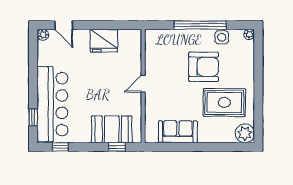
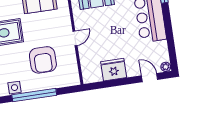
armchair: (204, 67) -> (43, 60), moved, turned -90

